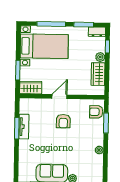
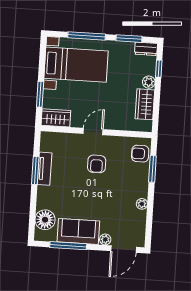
floor lamp: (26, 165) -> (45, 220), added

